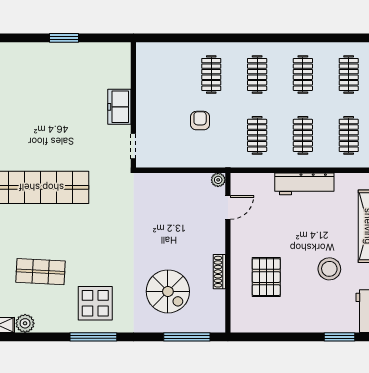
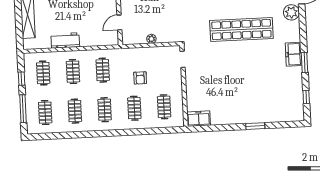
window: (64, 38) -> (255, 126), moved
clothes rail: (165, 74) -> (164, 107), added
freezer: (119, 107) -> (199, 119), moved, turned -90
plant: (218, 180) -> (151, 39), moved
workbench: (304, 184) -> (65, 40), width x0.73

